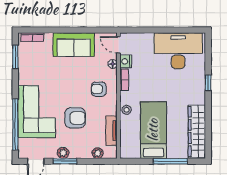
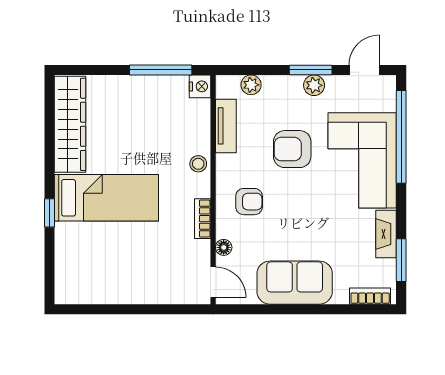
desk: (178, 51) -> (104, 271), removed
nightstand: (126, 61) -> (200, 86), moved
fireplace: (24, 71) -> (386, 234), added
bed: (153, 130) -> (106, 198), moved, turned -90
window: (170, 161) -> (161, 70), moved

